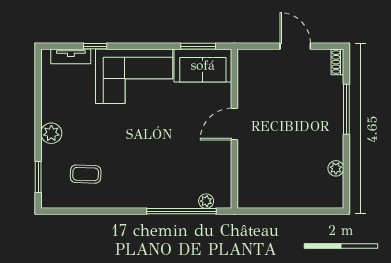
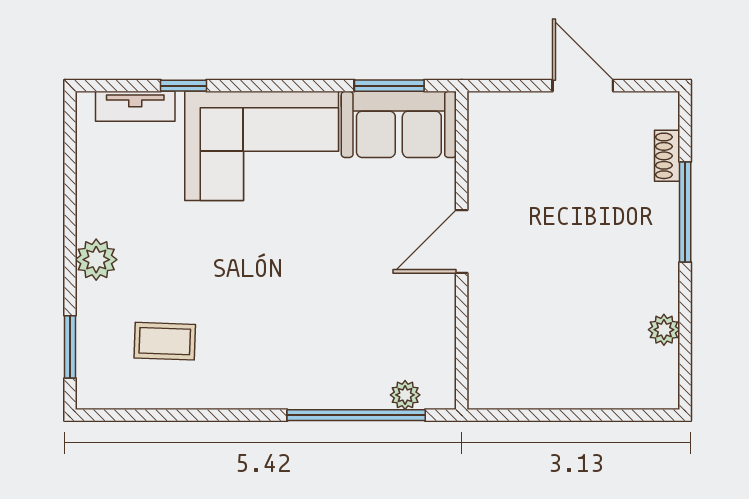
shoe rack: (337, 62) -> (667, 156), moved

